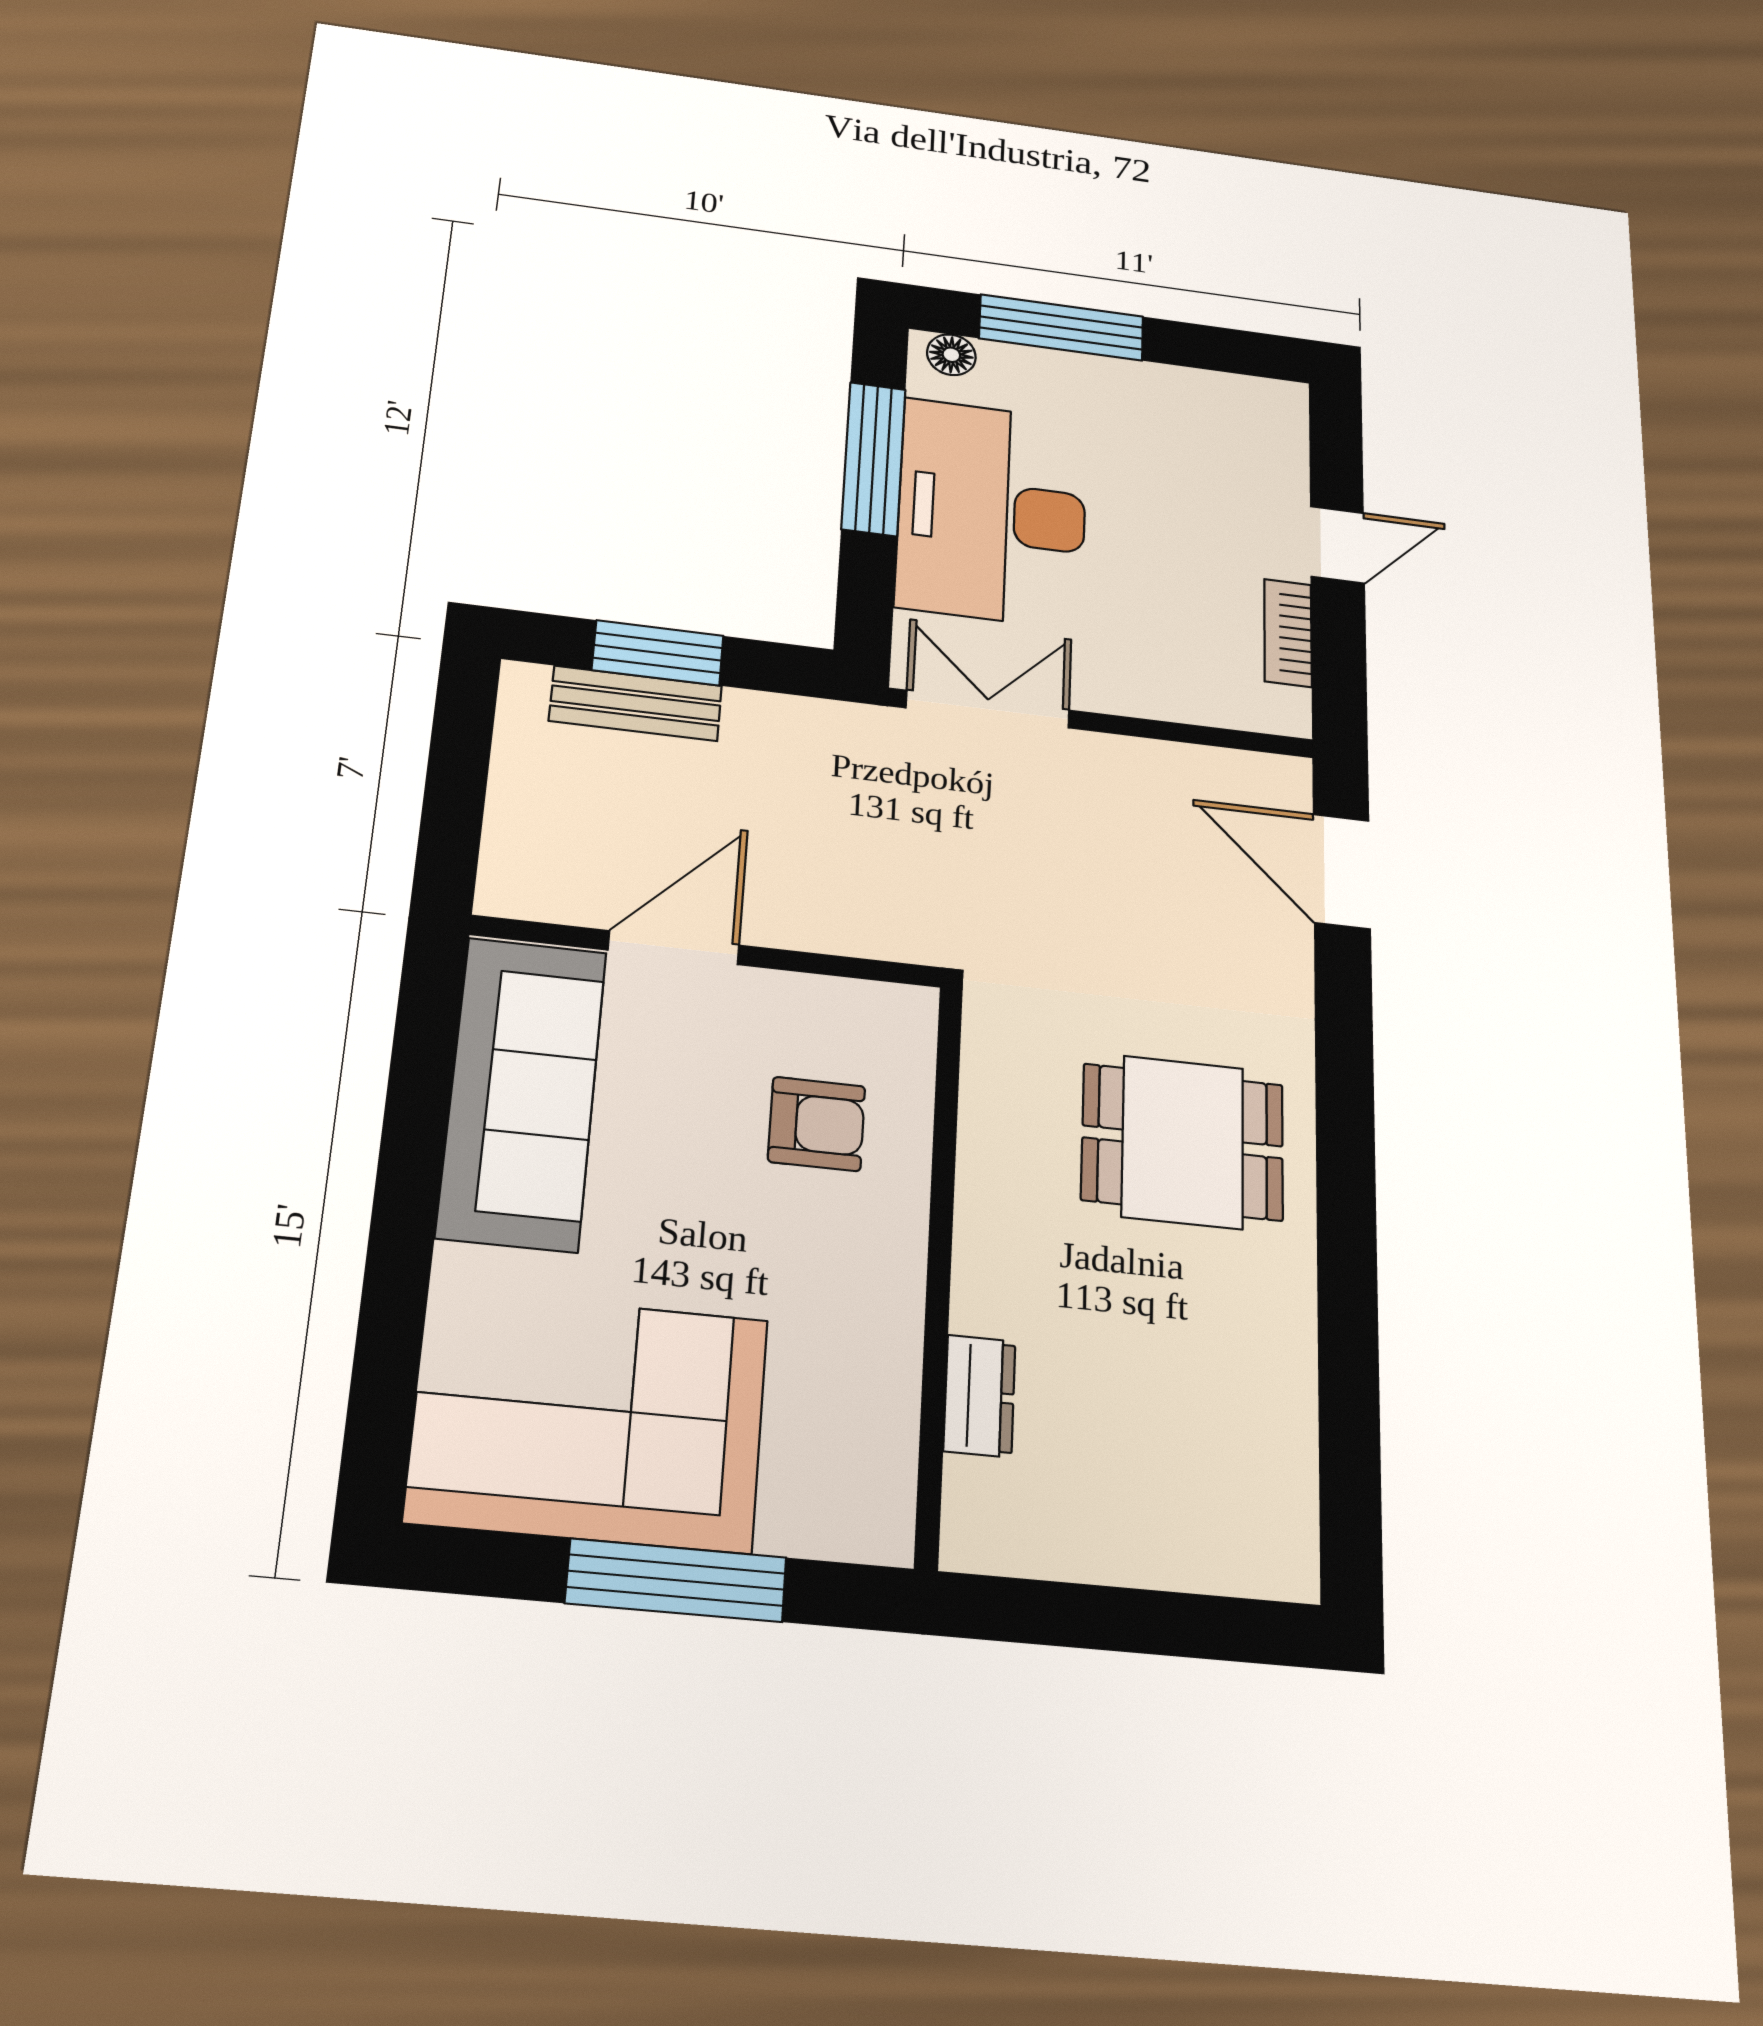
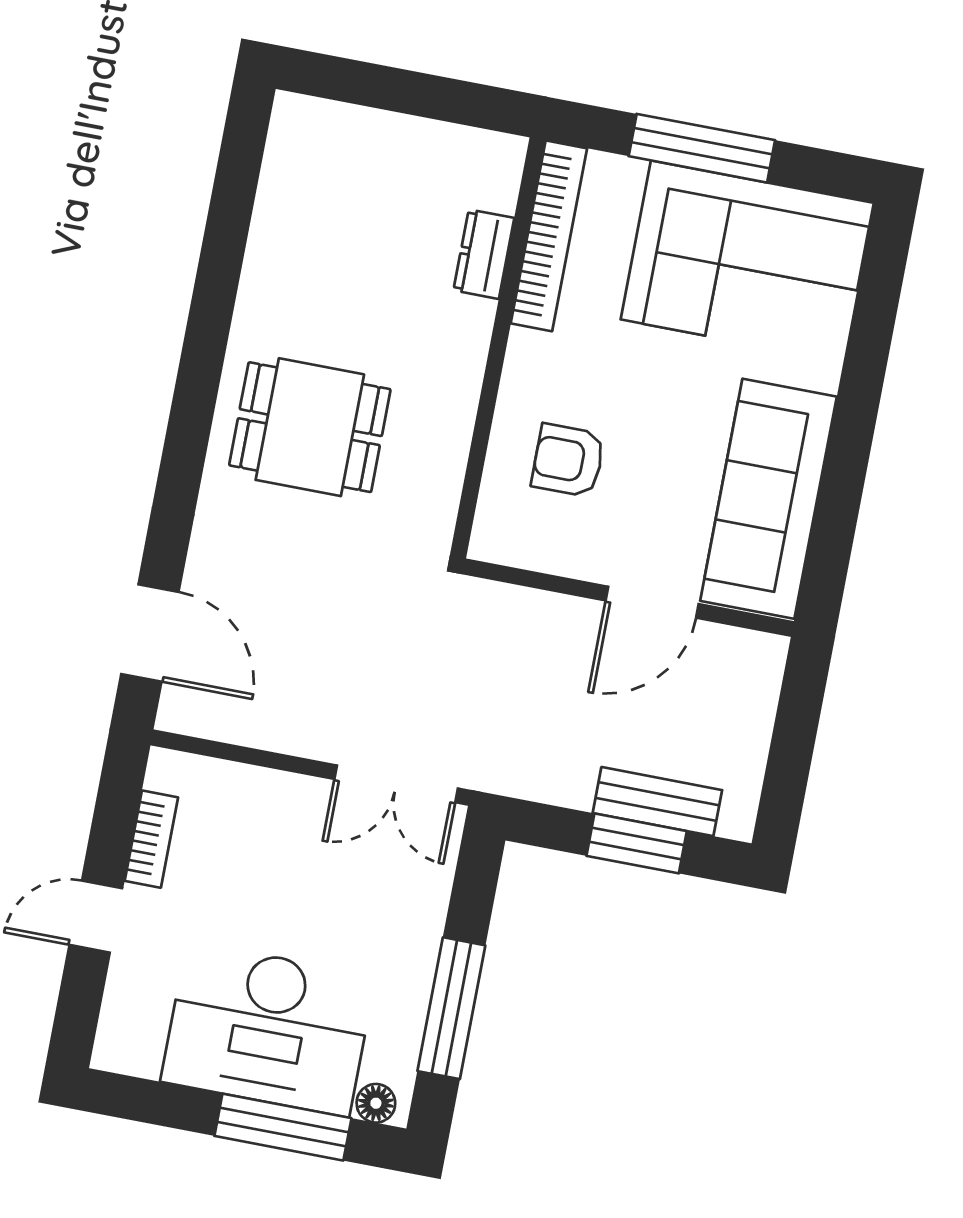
desk: (992, 513) -> (268, 1029), moved, turned 90
bookcase: (889, 1430) -> (549, 236), added

